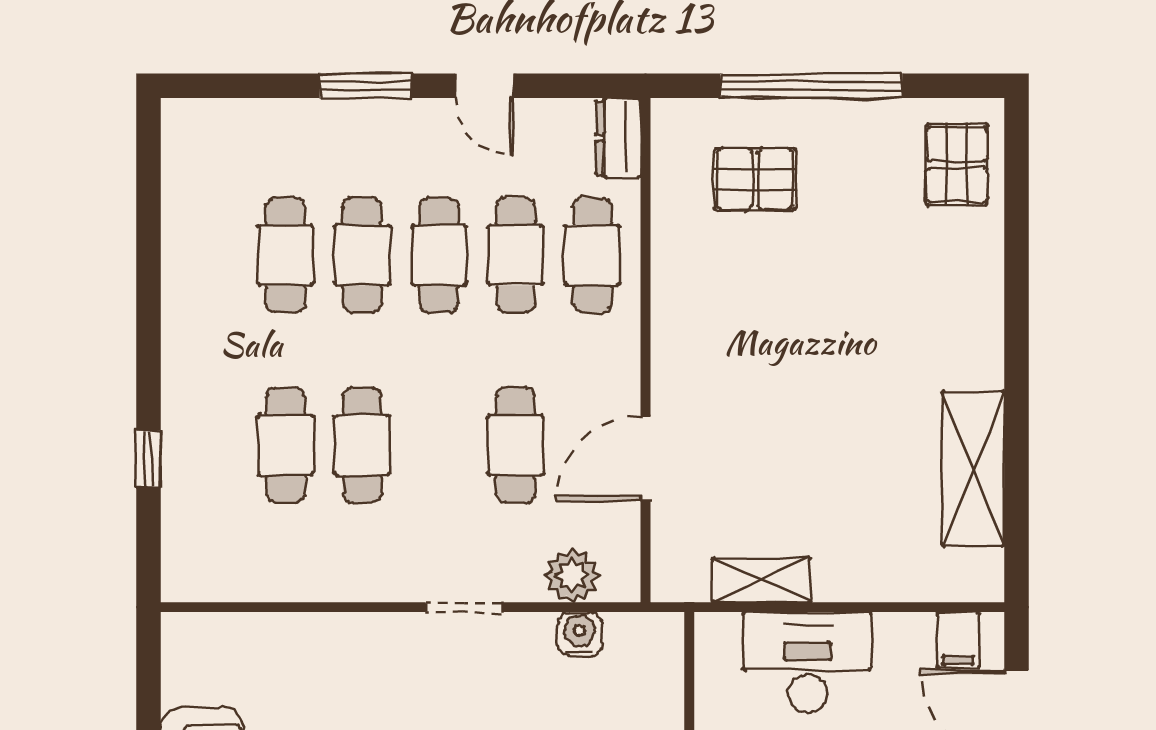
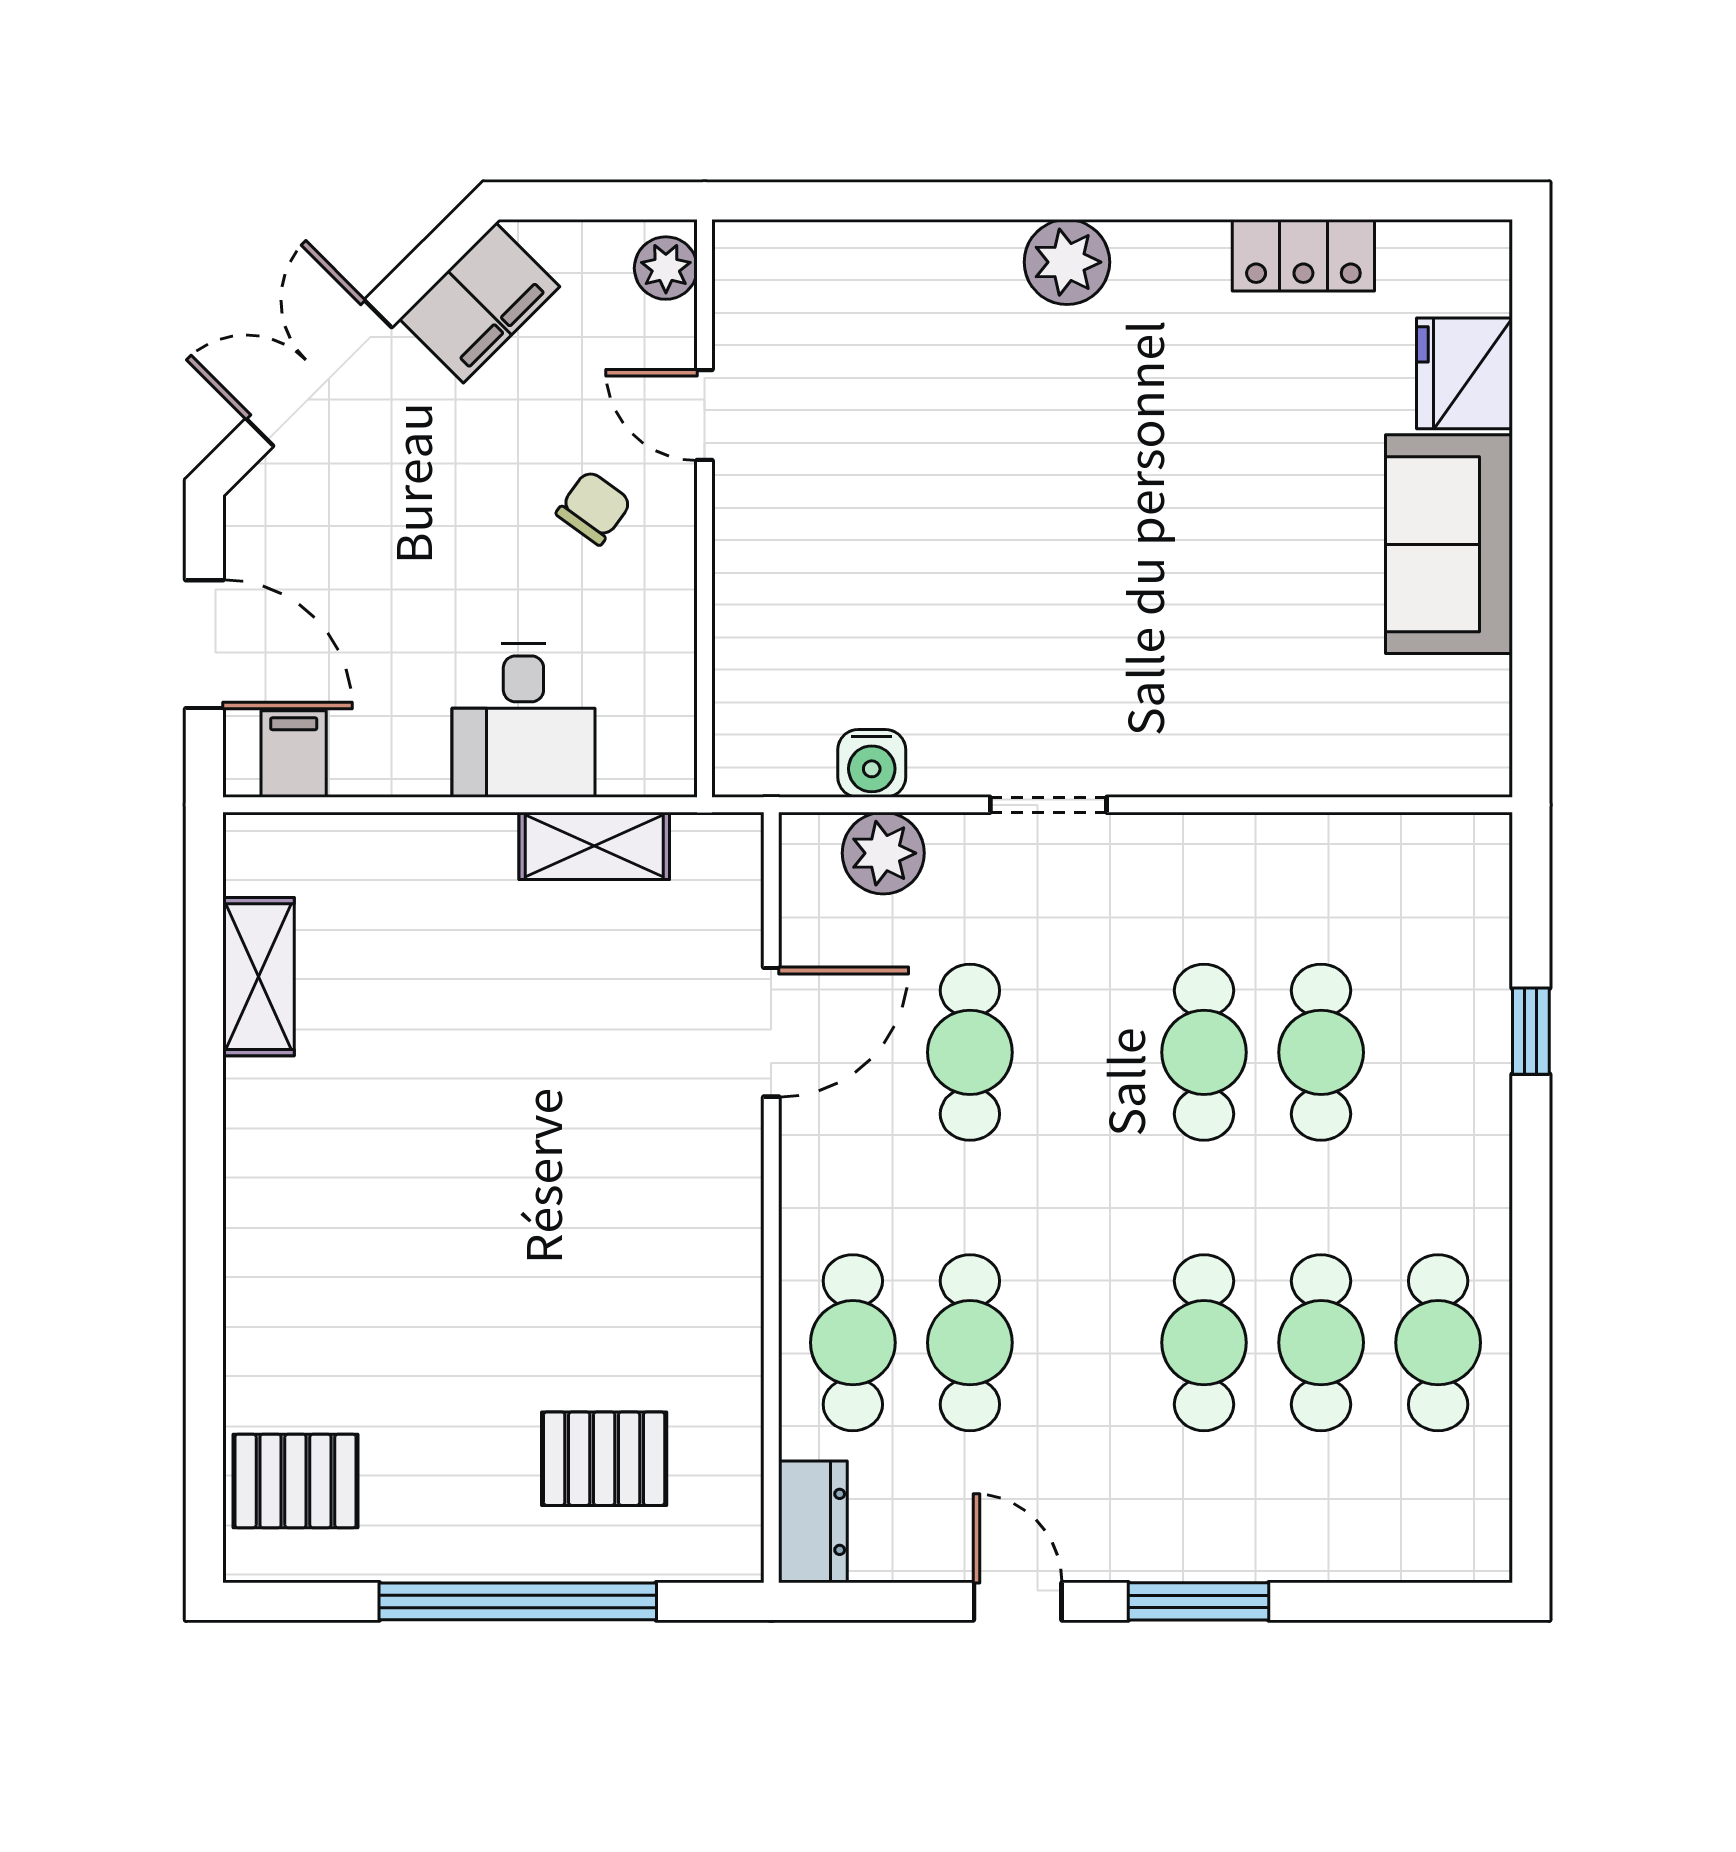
pallet: (957, 165) -> (295, 1481), turned 90
cafe table: (439, 255) -> (1438, 1343), moved
shelving: (973, 469) -> (259, 977), width x0.67, depth x0.75
desk: (808, 662) -> (523, 720), width x0.73

